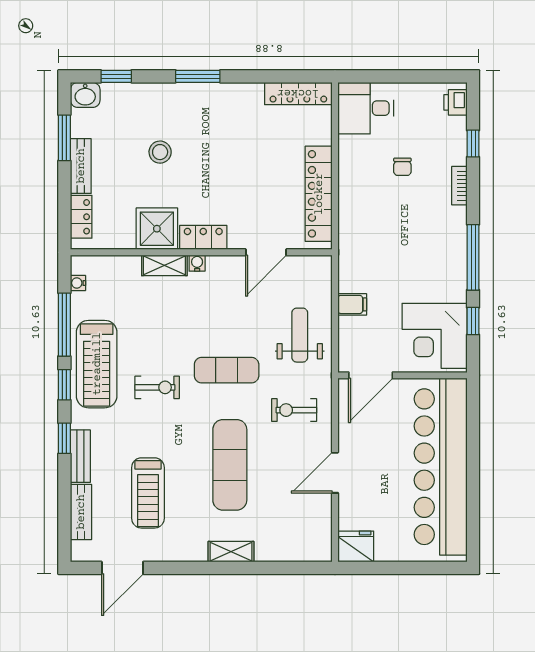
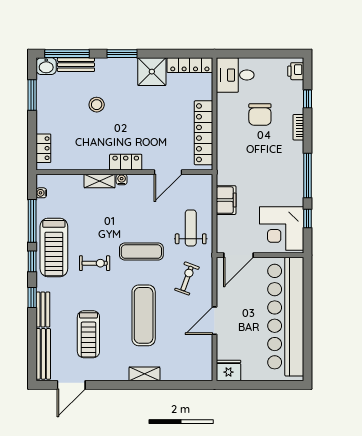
window: (116, 76) -> (67, 54), width x2.17
bench: (81, 166) -> (76, 65), moved, turned 90
chair: (402, 167) -> (260, 115), width x1.87, depth x1.87
shower: (157, 229) -> (152, 72), moved
filing cabinet: (352, 304) -> (226, 200), width x2.00
exercise bike: (294, 410) -> (187, 278), turned 110
bench: (81, 512) -> (43, 354), width x1.36

